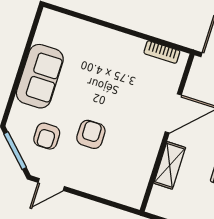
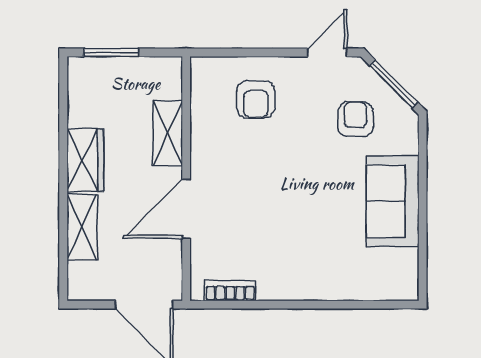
armchair: (91, 134) -> (256, 99), moved

